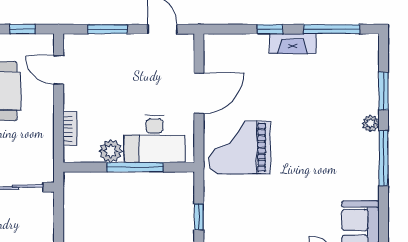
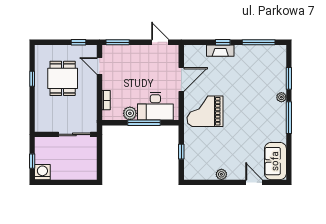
window: (108, 29) -> (118, 42), moved
fireplace: (293, 44) -> (220, 51), moved

